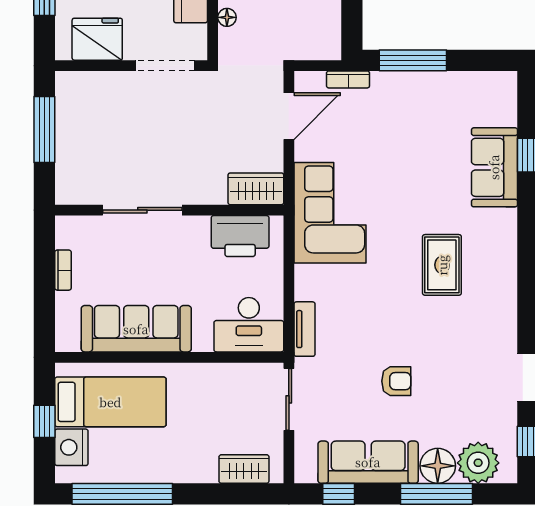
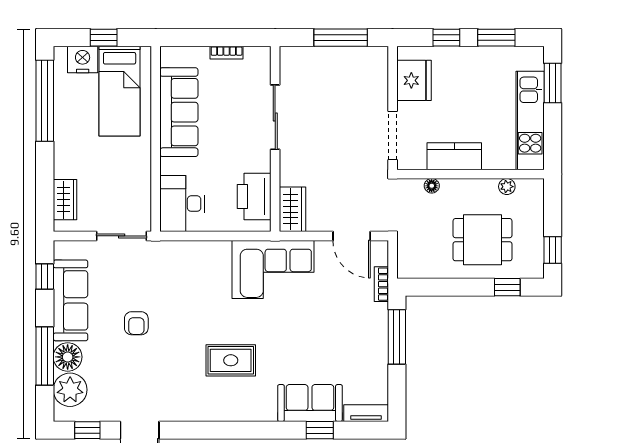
tv unit: (304, 329) -> (366, 413), moved, turned 180

